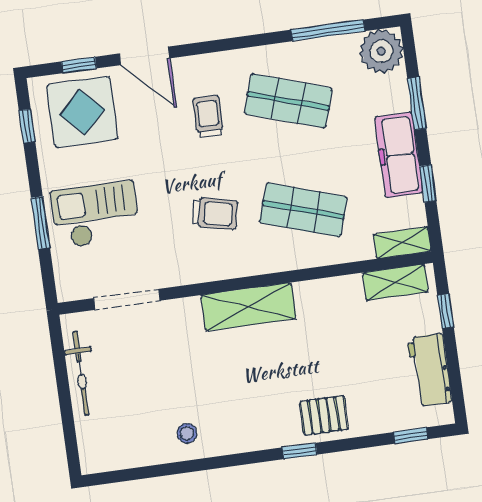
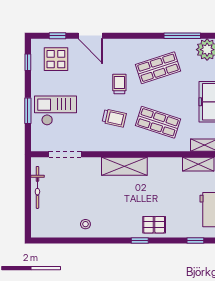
shop shelf: (288, 101) -> (158, 68), turned -36
display table: (82, 112) -> (56, 59), width x0.73, depth x0.73
trolley: (208, 116) -> (119, 84), moved

